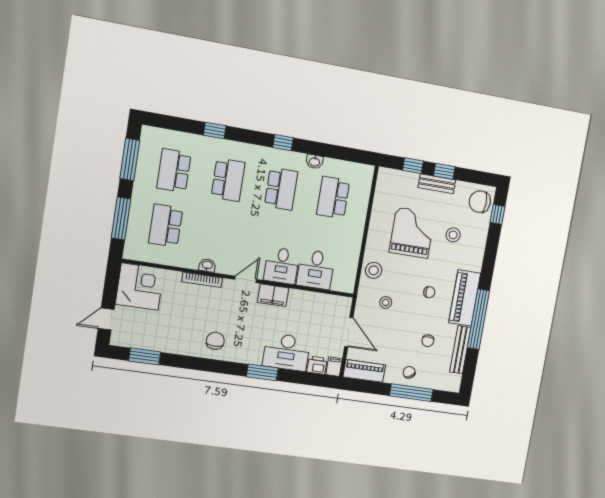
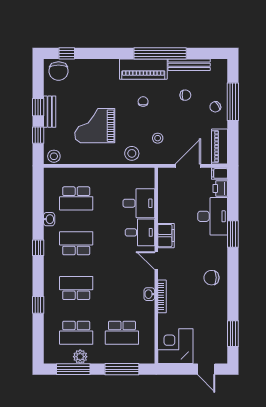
plant: (144, 171) -> (80, 357), added
stool: (453, 235) -> (54, 156), moved

